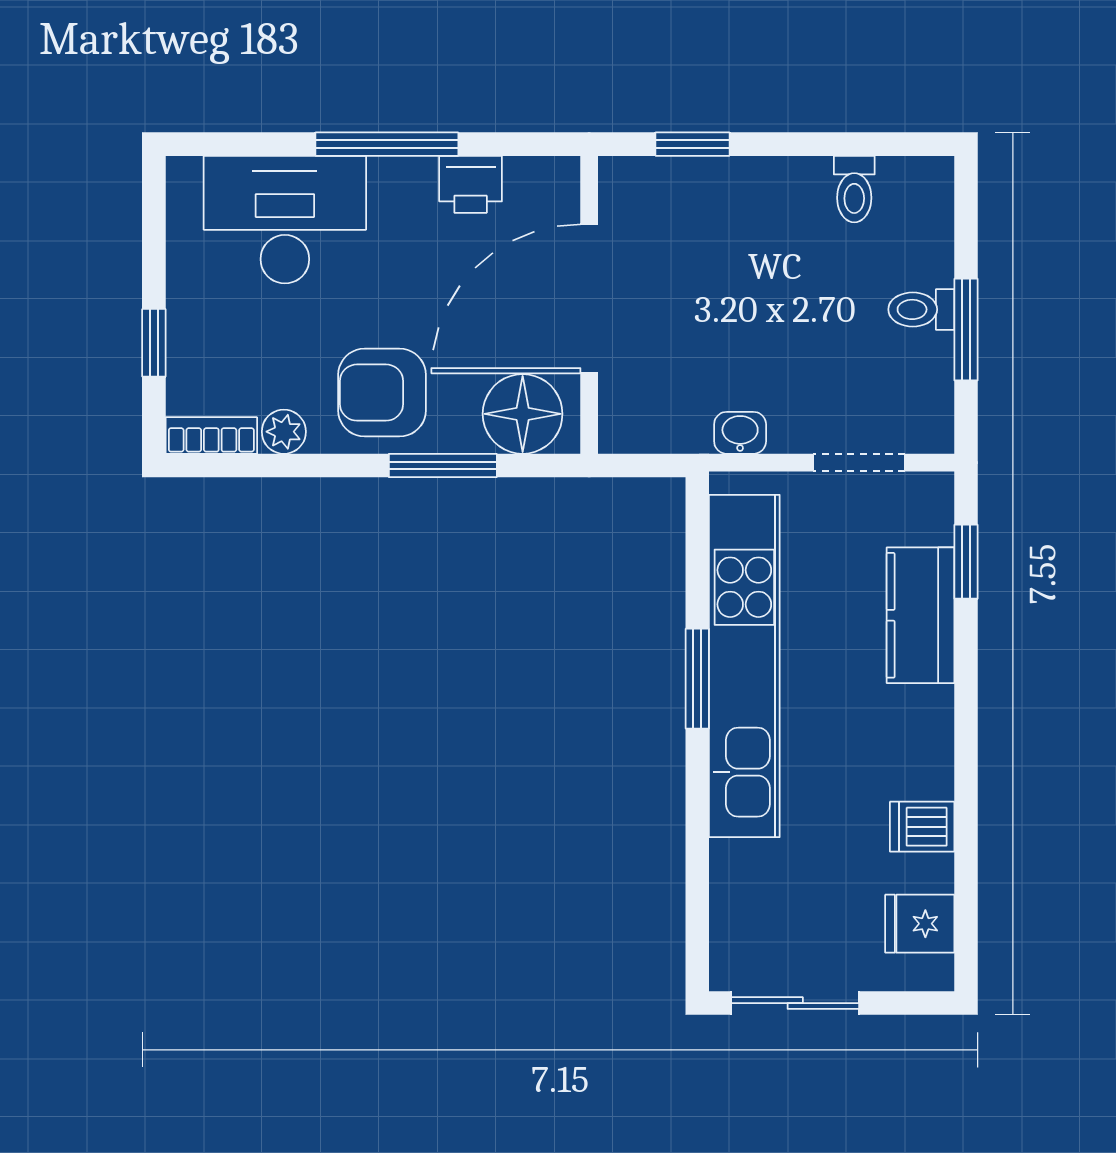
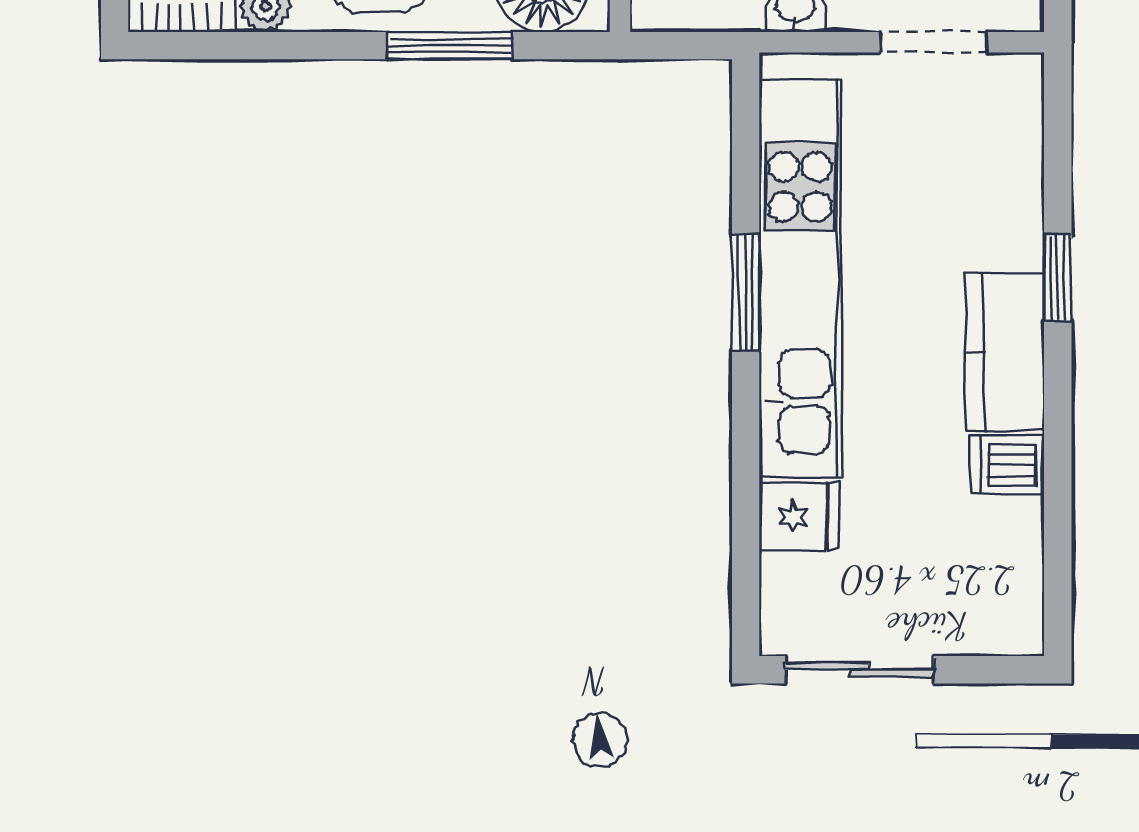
window: (966, 562) -> (1058, 278), moved
kitchen counter: (920, 615) -> (1005, 352), moved
fridge: (920, 924) -> (799, 516), moved, turned 180

